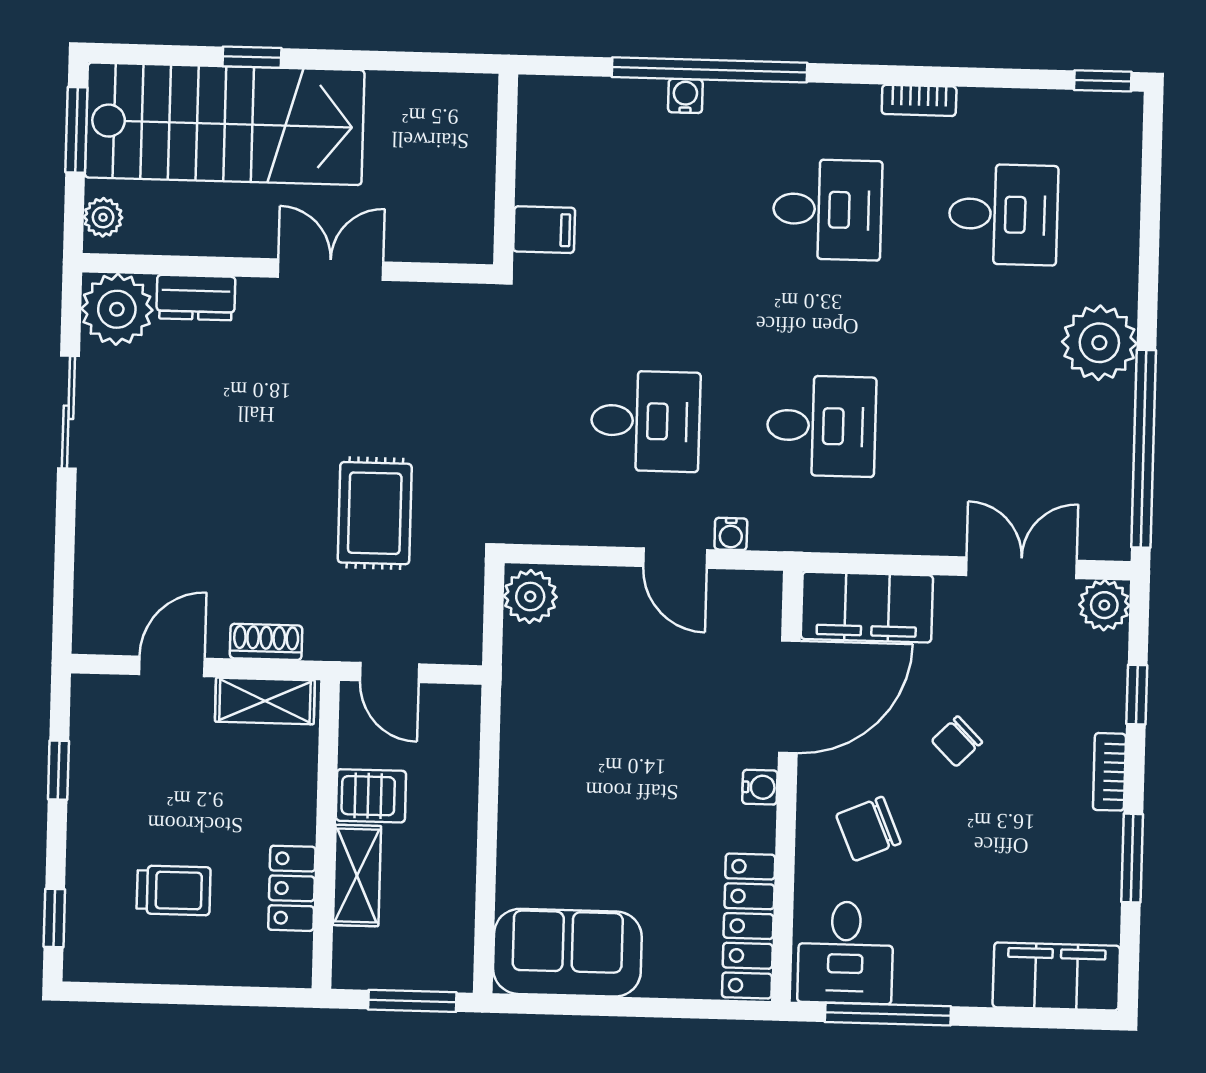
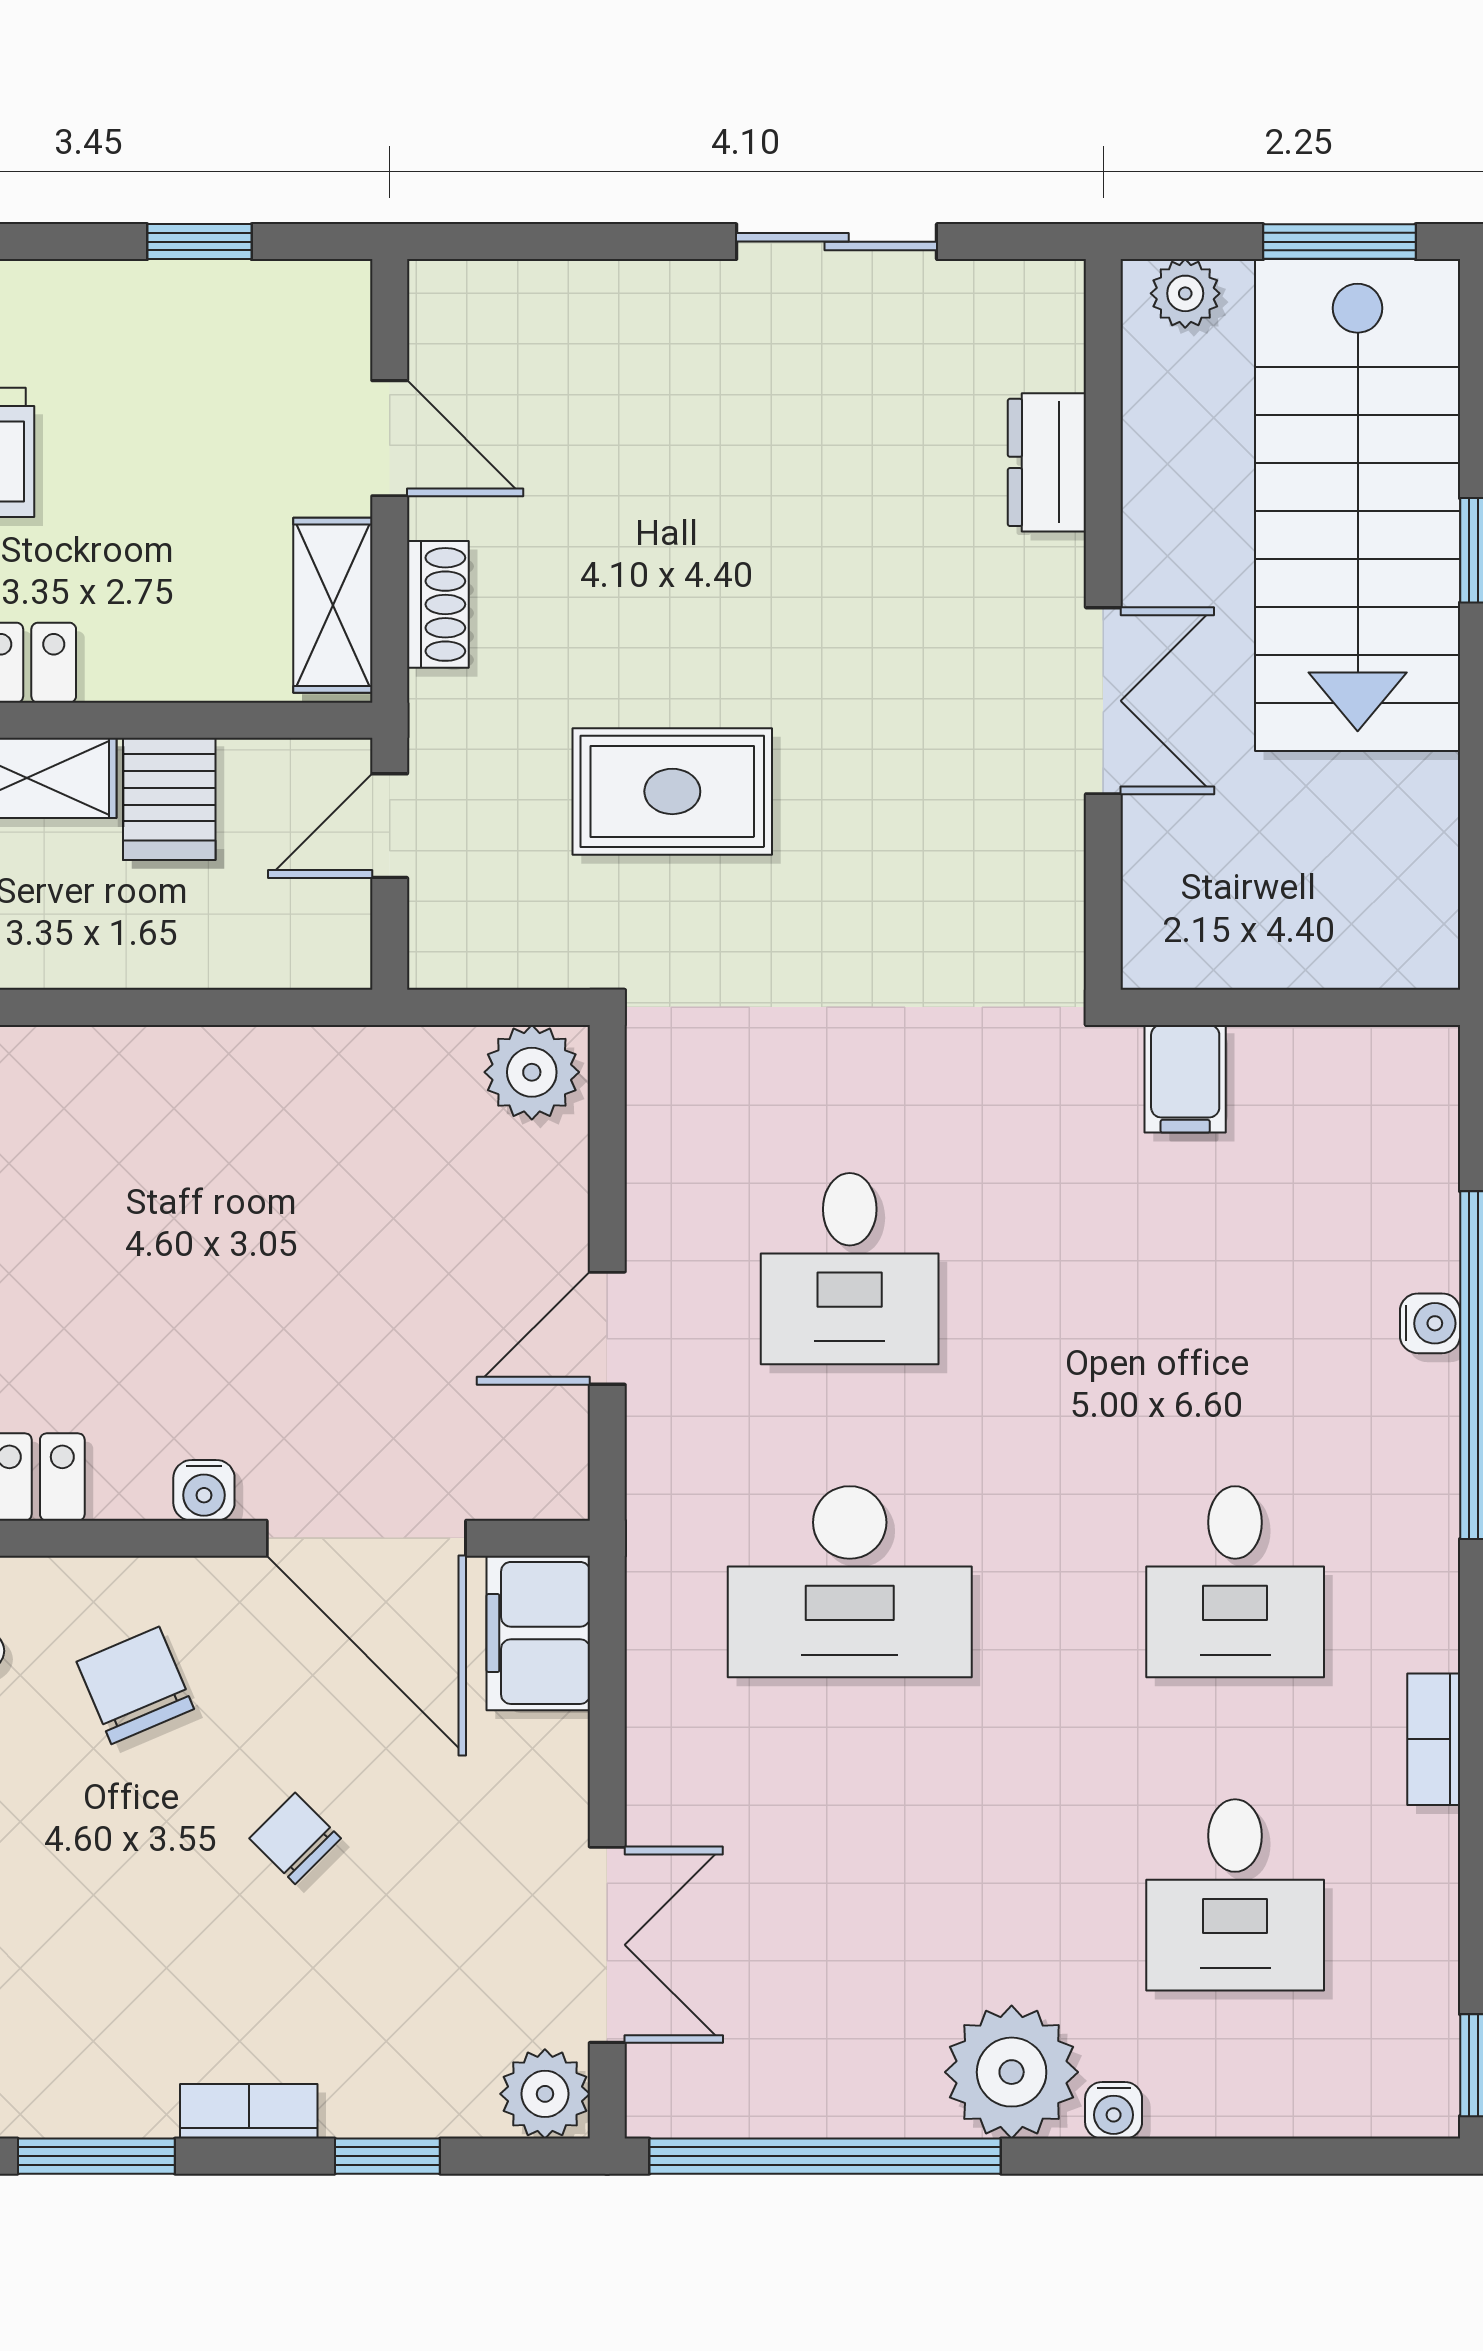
plant: (117, 309) -> (1022, 323), removed
desk: (821, 426) -> (850, 1582), width x1.37
water cooler: (731, 534) -> (1114, 2110), moved, turned -90
filing cabinet: (867, 607) -> (538, 1633), width x0.67, depth x0.86

